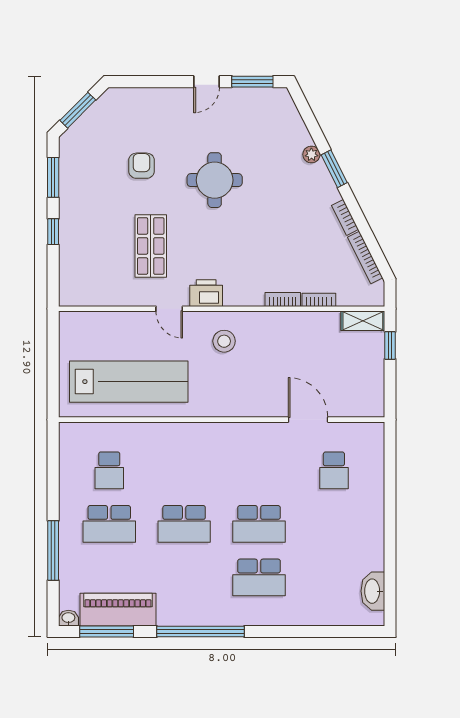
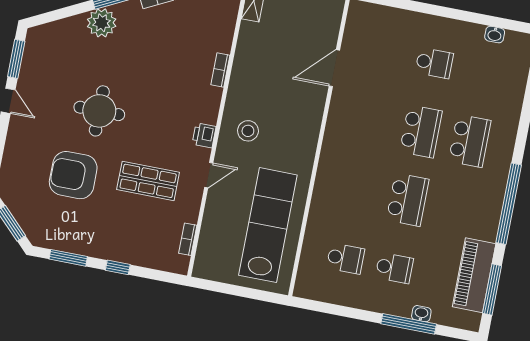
plant: (311, 154) -> (102, 23), width x1.88, depth x1.88
armchair: (142, 166) -> (73, 175), width x1.88, depth x1.88
printer: (206, 293) -> (204, 135), width x0.73, depth x0.81
bookcase: (319, 300) -> (188, 239), moved
school desk: (334, 470) -> (434, 63), moved
school desk: (109, 524) -> (394, 268), width x0.54
washbasin: (373, 591) -> (495, 35), width x0.52, depth x0.69
washbasin: (68, 618) -> (421, 314), moved, turned 90

